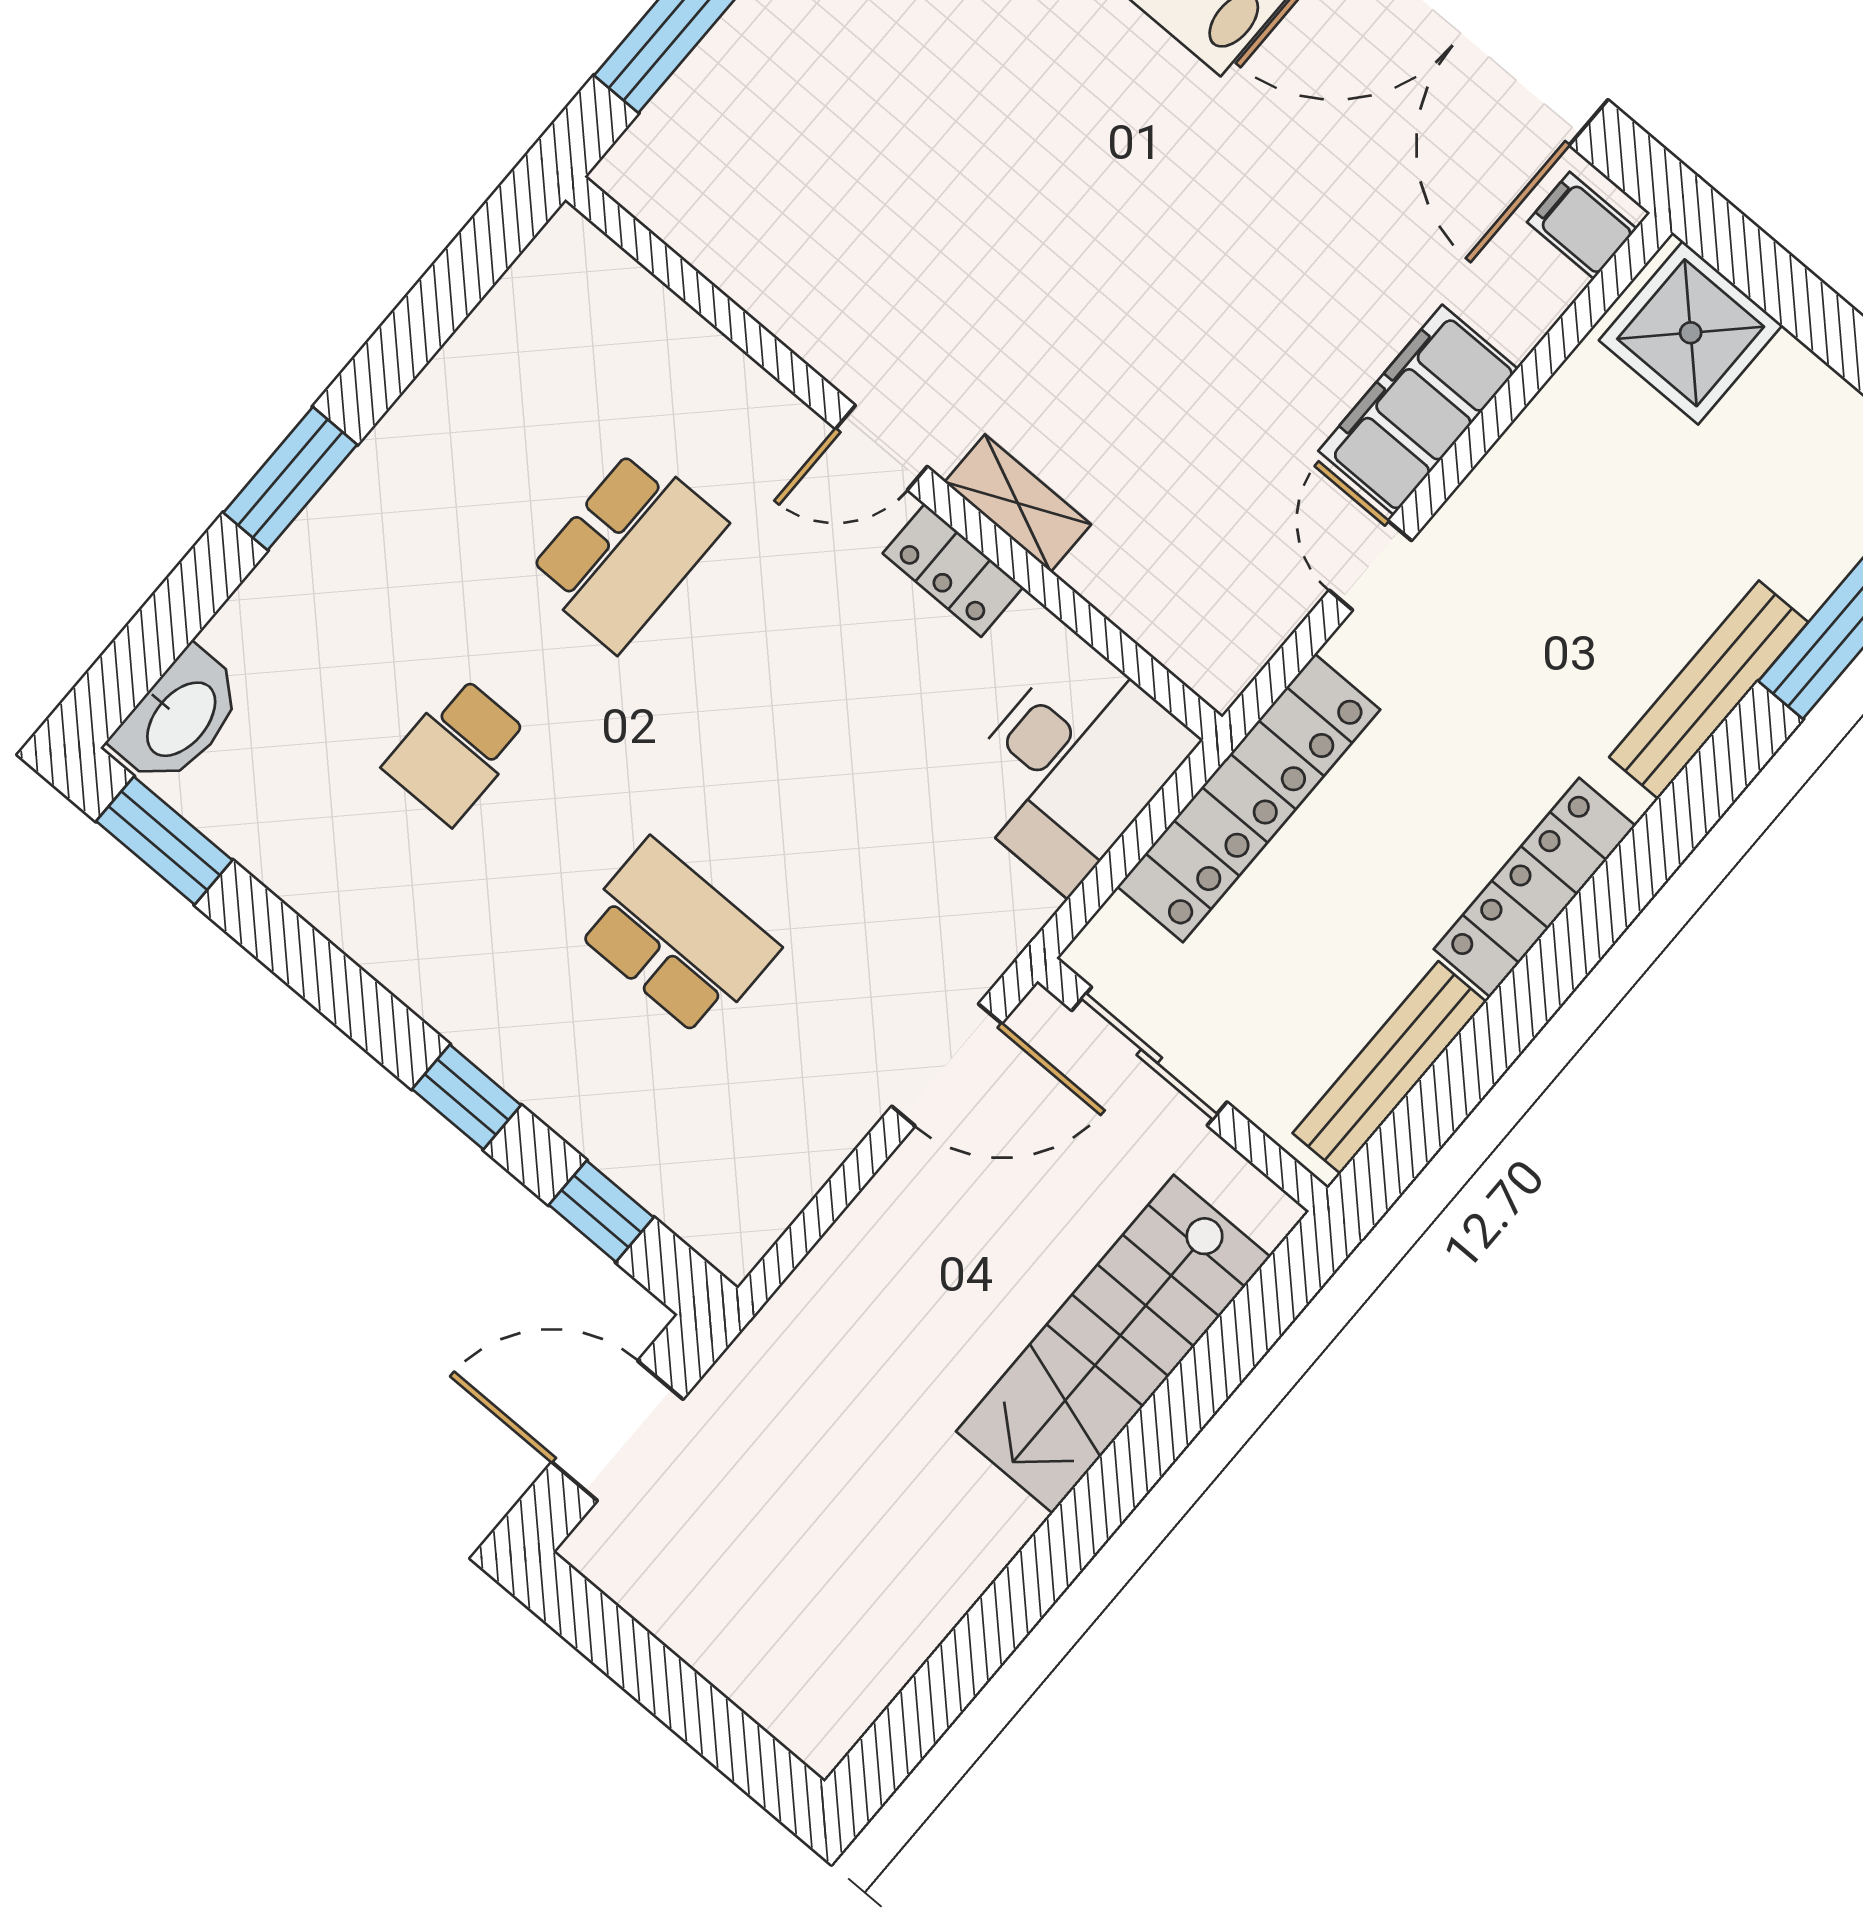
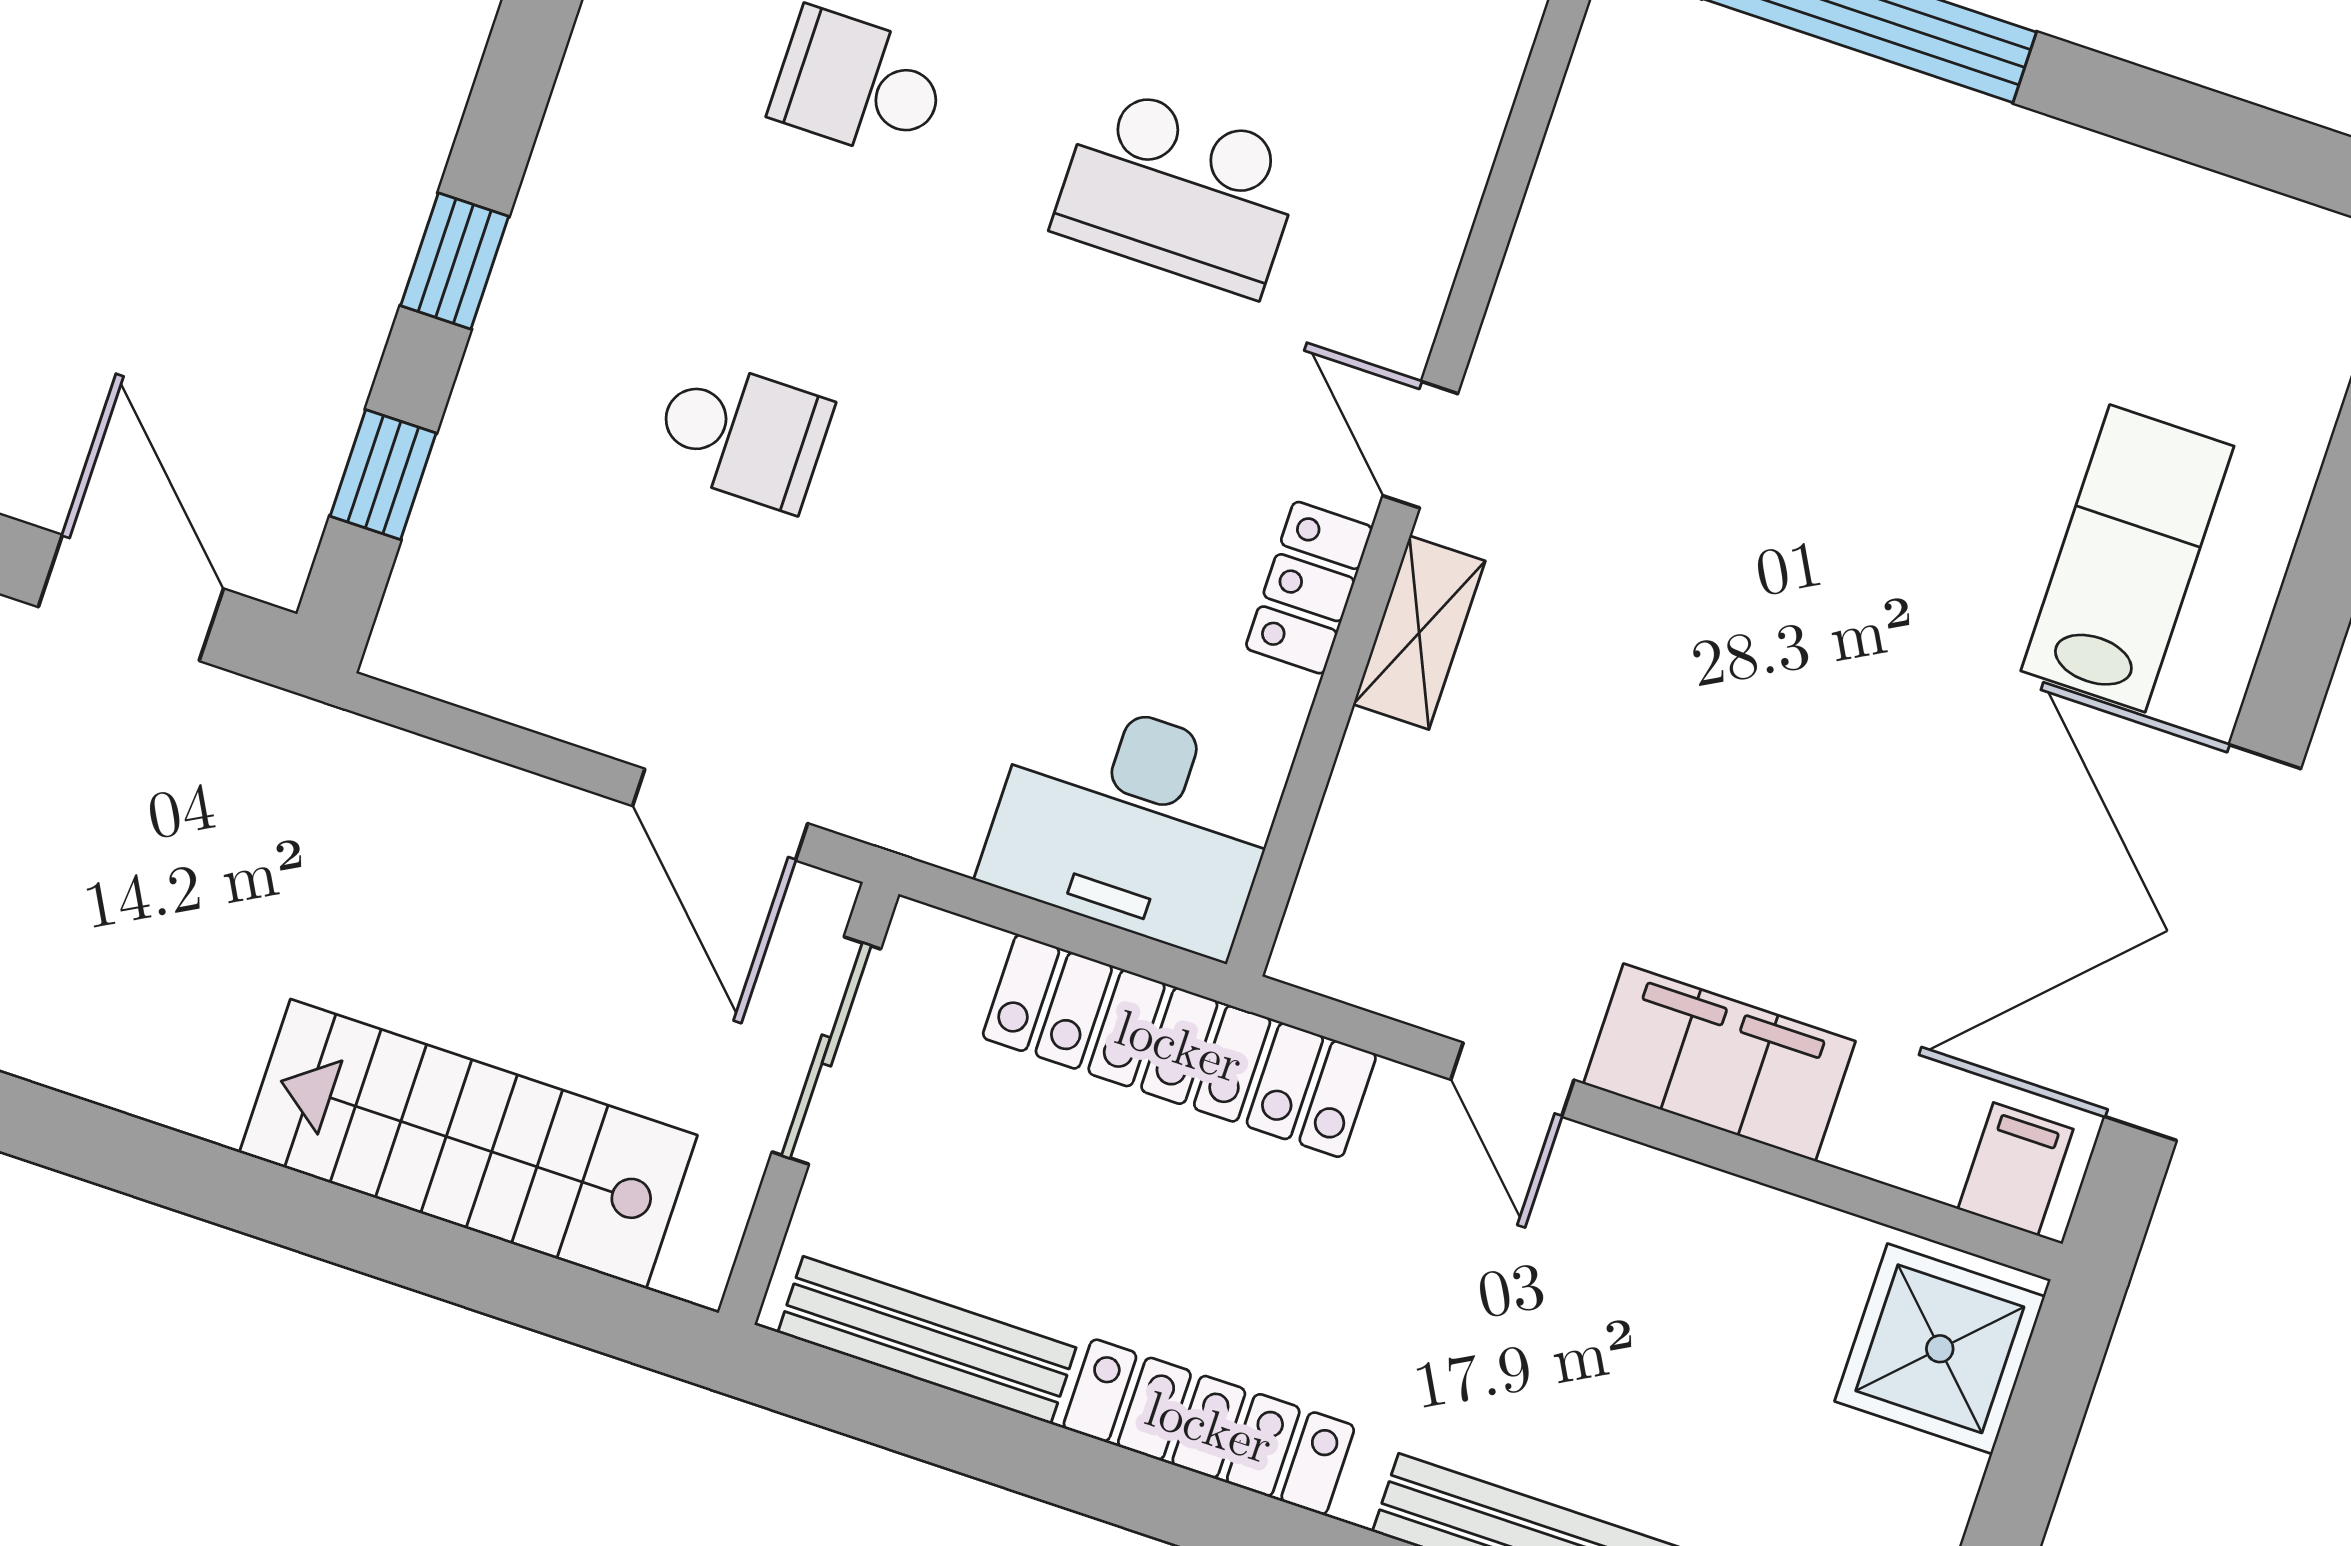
door: (1370, 565) -> (1512, 1080), swing flipped
school desk: (677, 938) -> (742, 434), width x0.54

